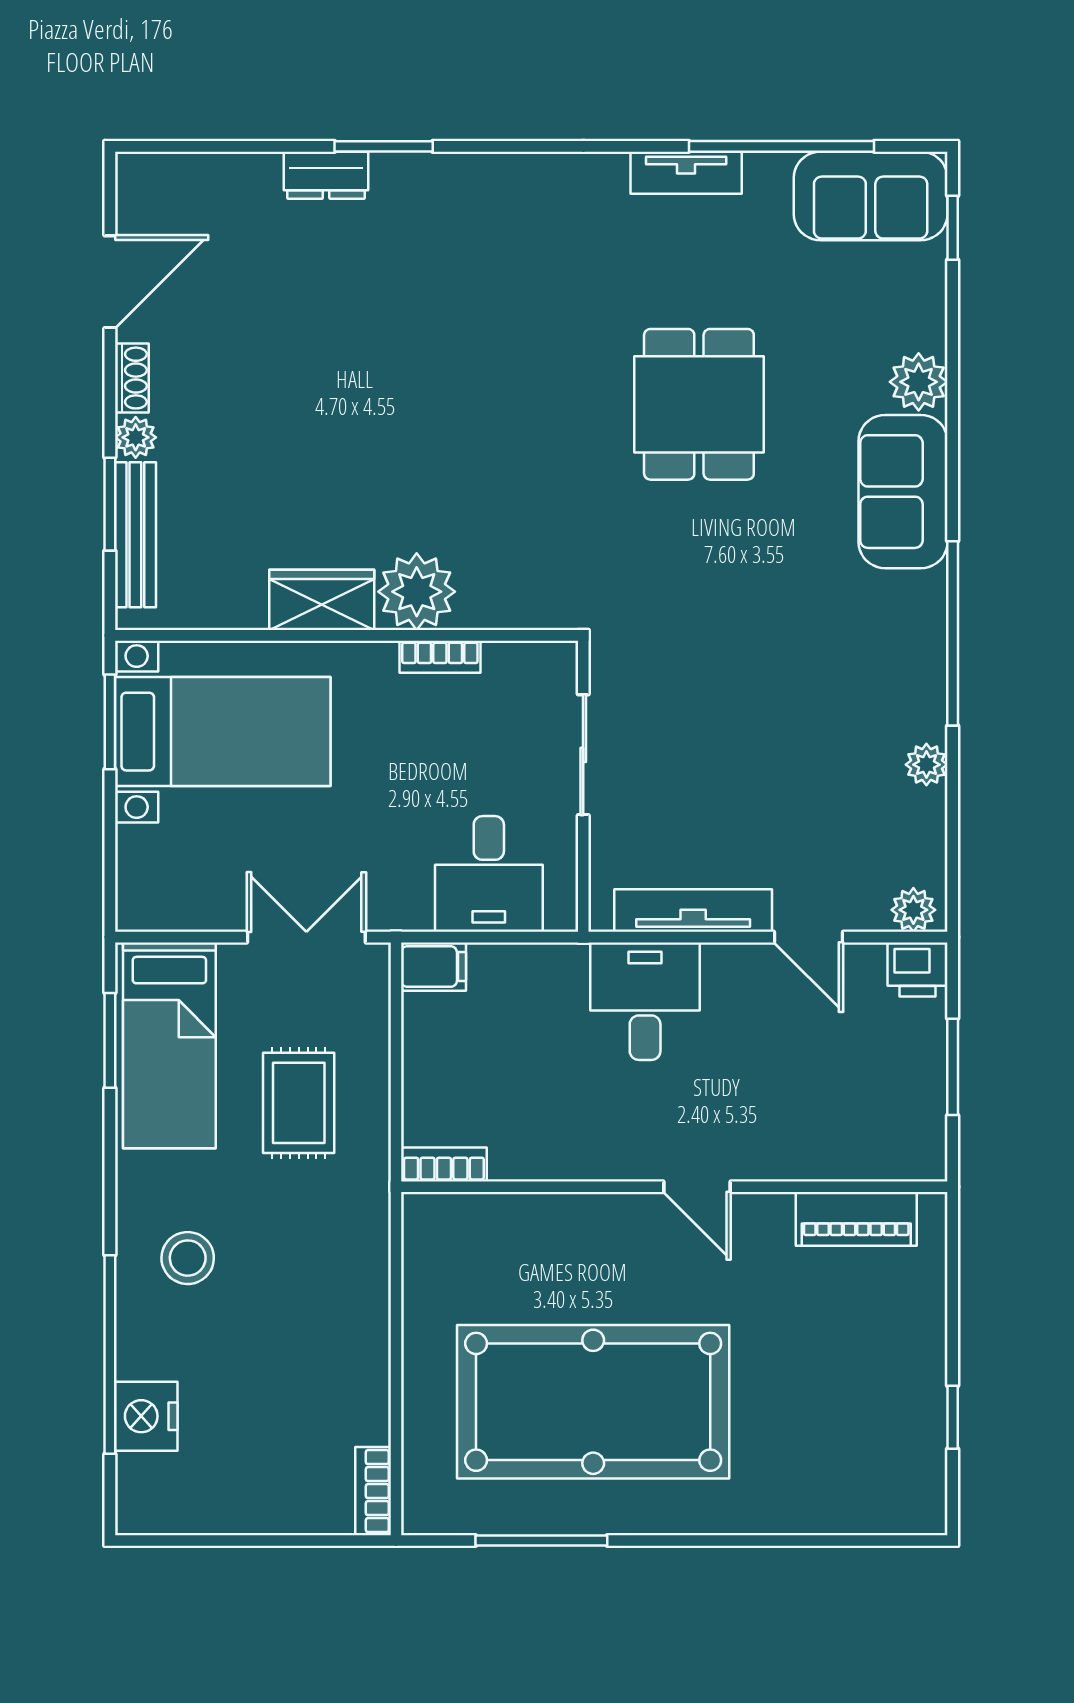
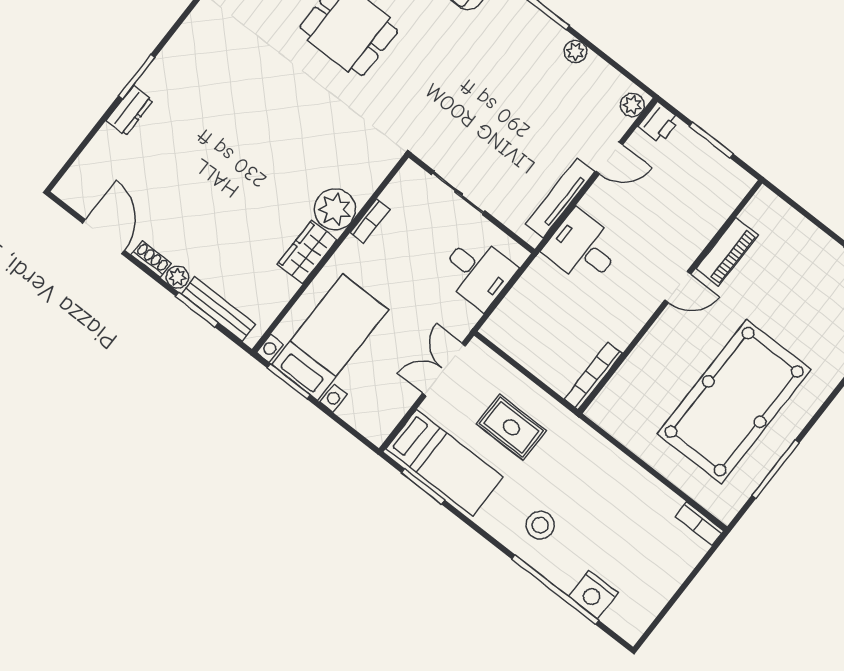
filing cabinet: (434, 967) -> (498, 326), removed
bookcase: (444, 1164) -> (593, 376), width x1.56
piano: (856, 1219) -> (727, 252), moved

